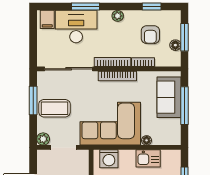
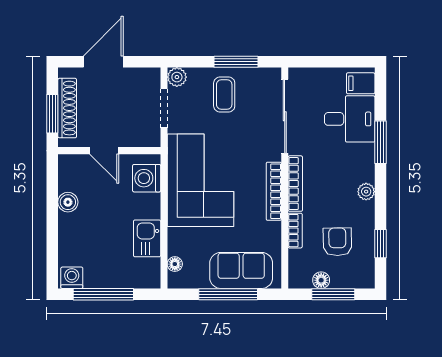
desk: (76, 27) -> (350, 119), width x0.73
armchair: (150, 35) -> (337, 242), turned 89
coffee table: (55, 108) -> (224, 94), width x0.73, depth x0.77
floor lamp: (147, 140) -> (175, 264), moved

